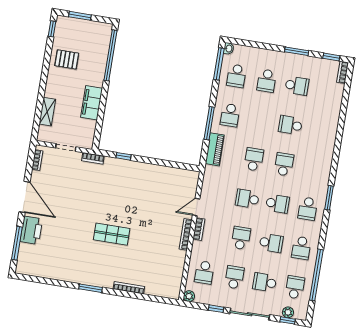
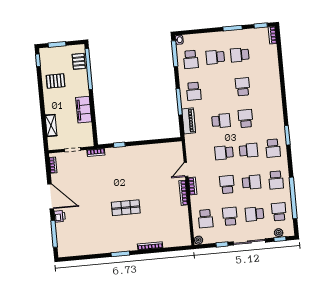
pallet: (101, 43) -> (79, 61), added
school desk: (267, 81) -> (215, 57), turned 90
school desk: (297, 86) -> (240, 55), turned 180
school desk: (290, 125) -> (243, 87), turned 90
school desk: (254, 159) -> (221, 121), turned 90
printer: (31, 230) -> (60, 216), width x0.53, depth x0.68

